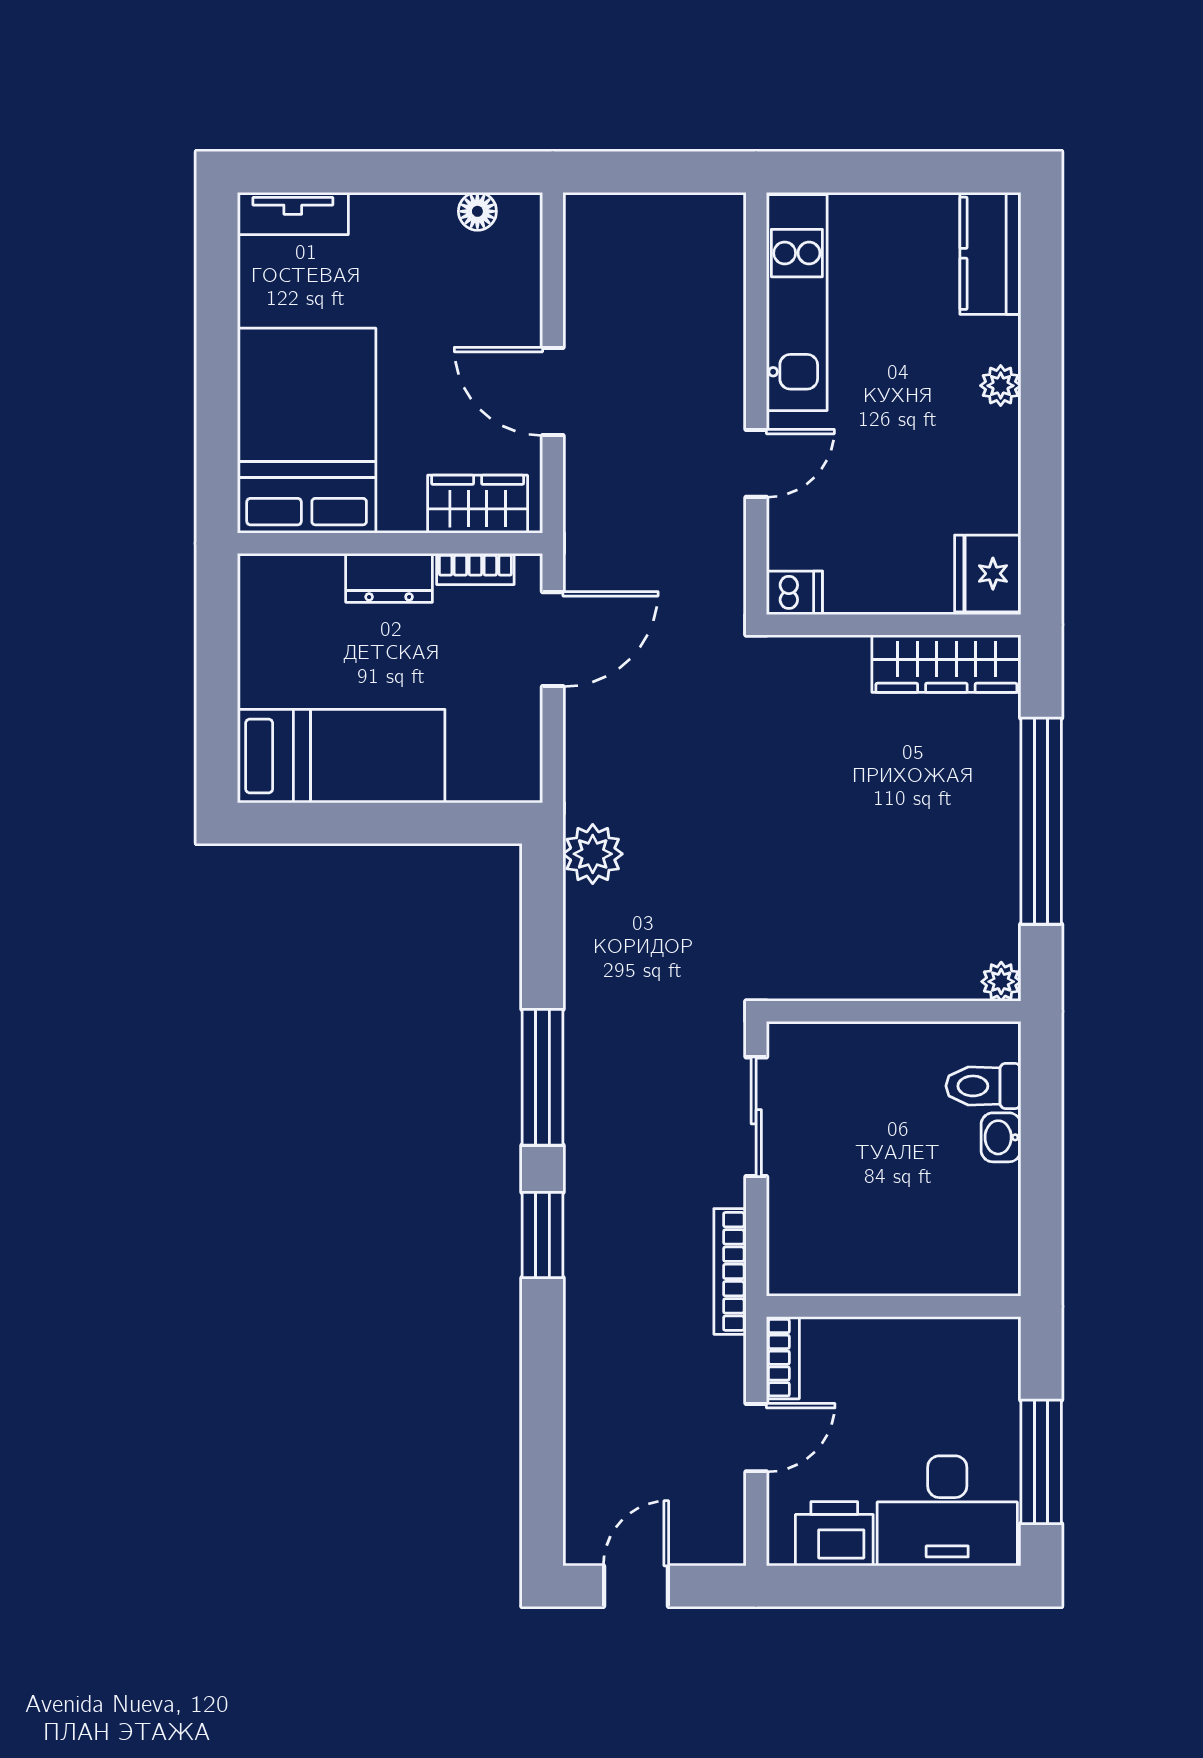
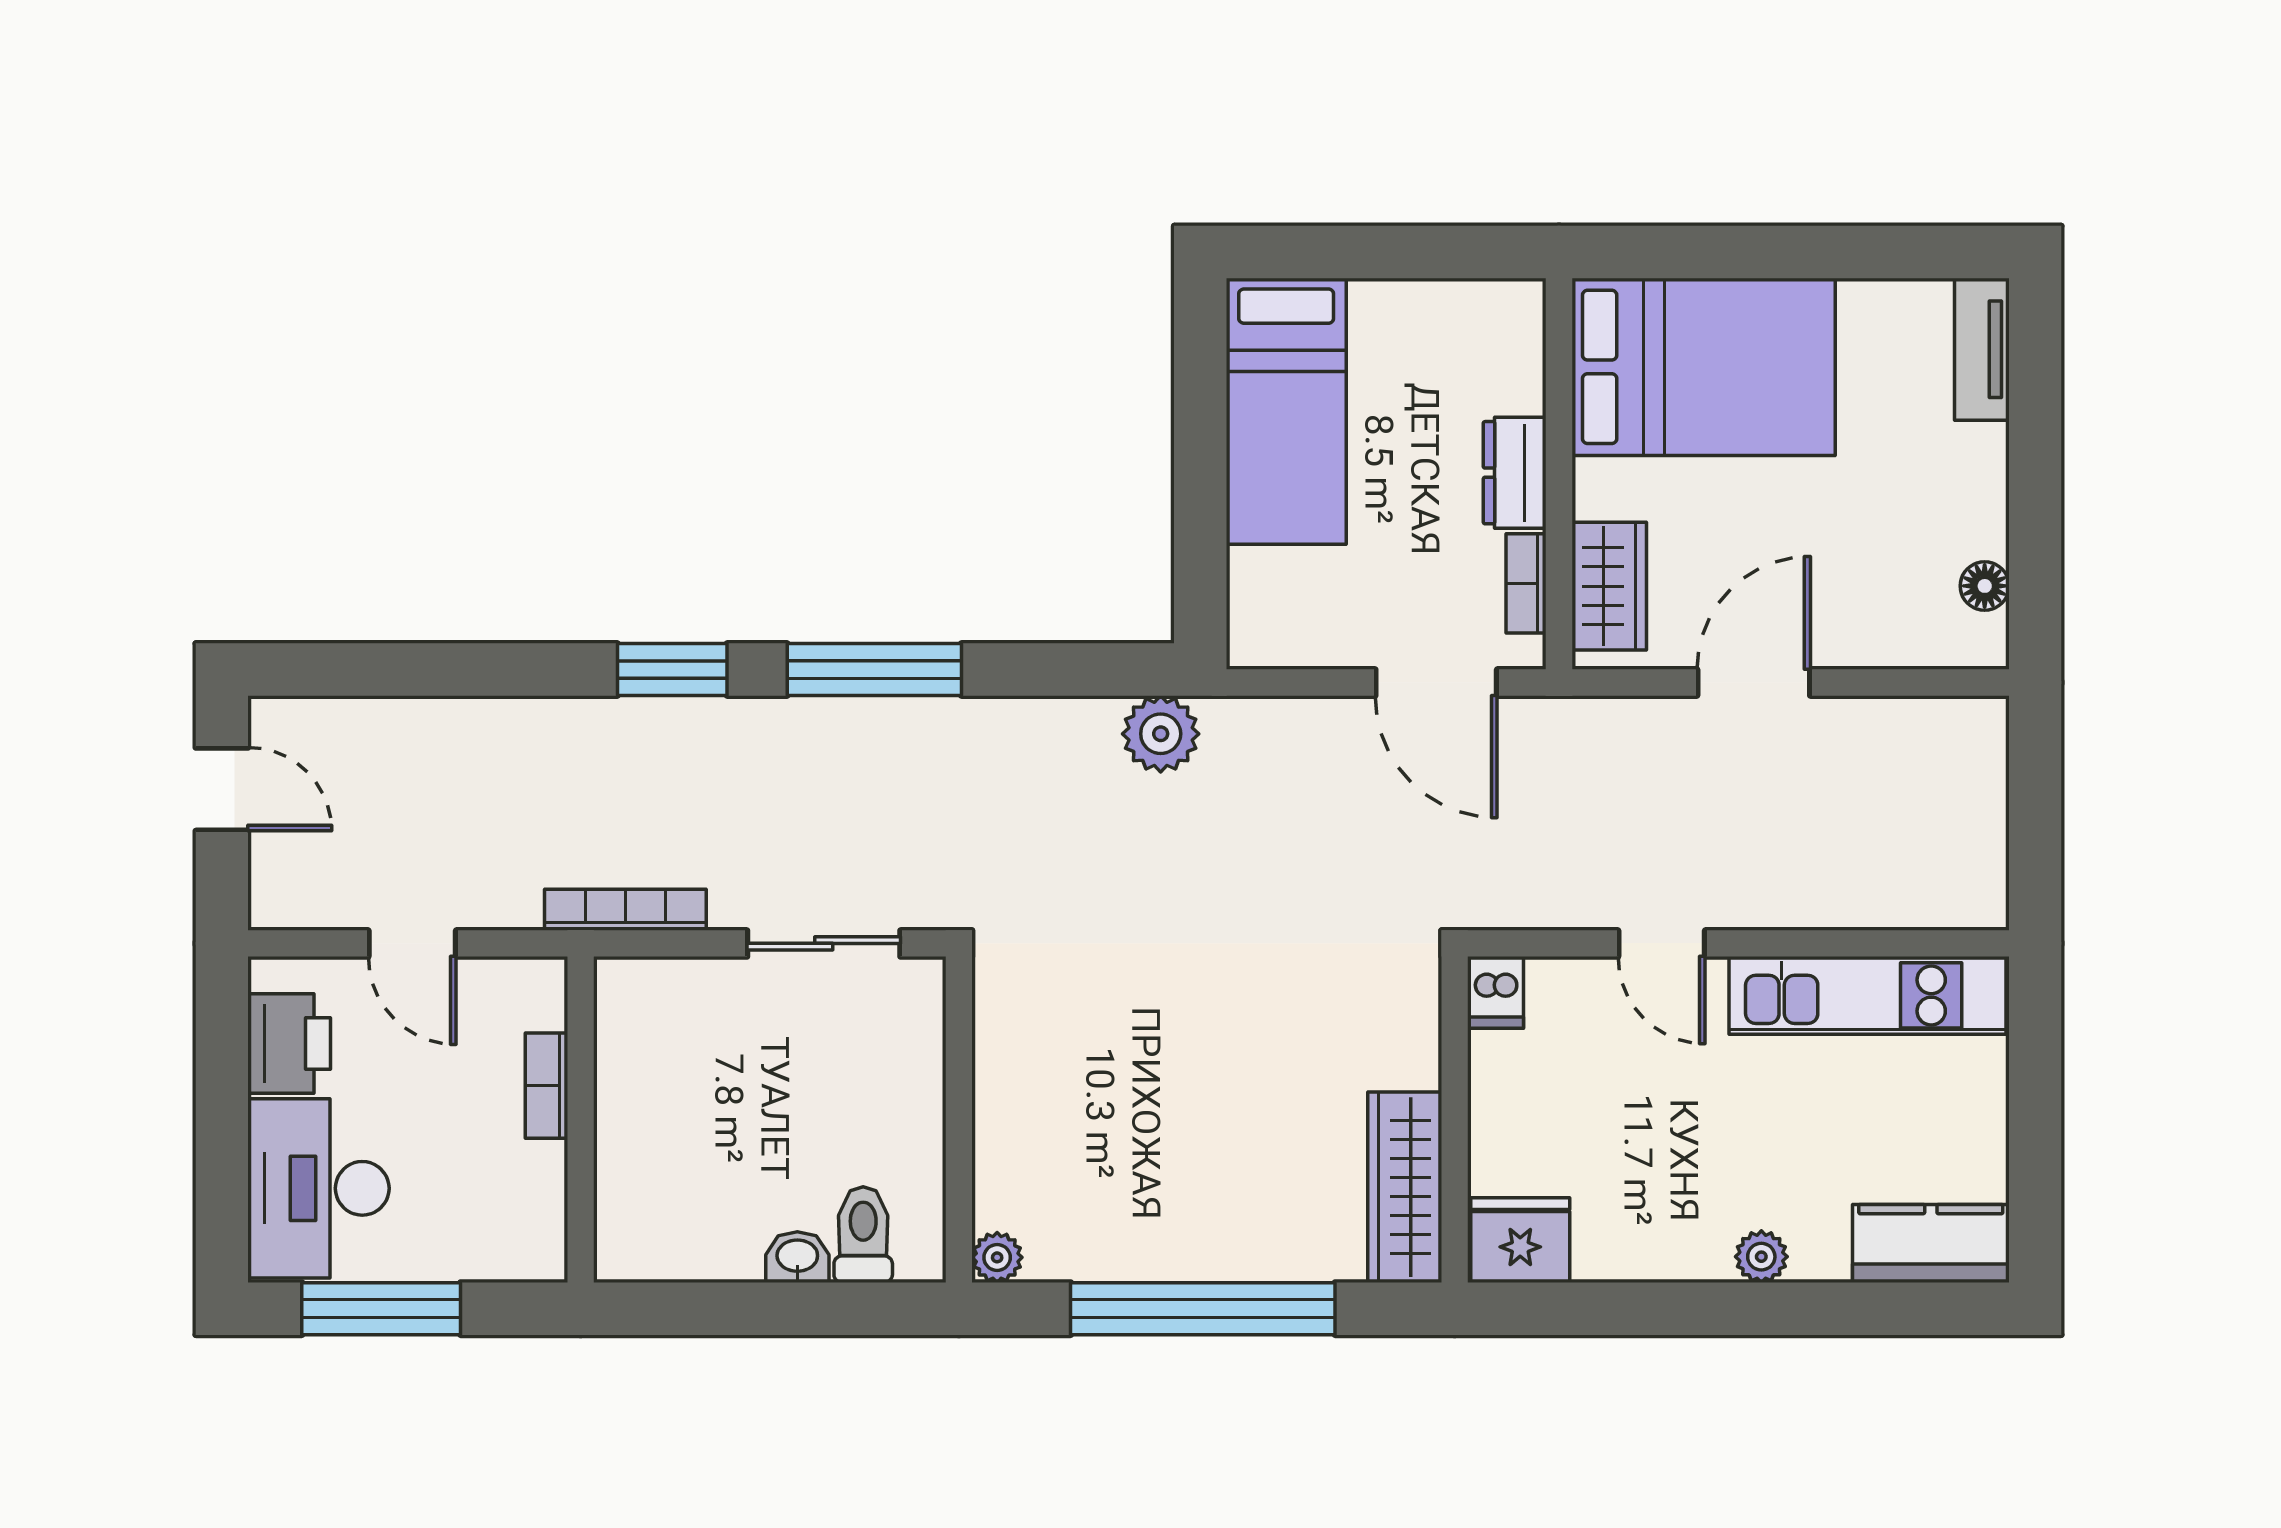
bookcase: (783, 1358) -> (546, 1086), moved, turned 90

